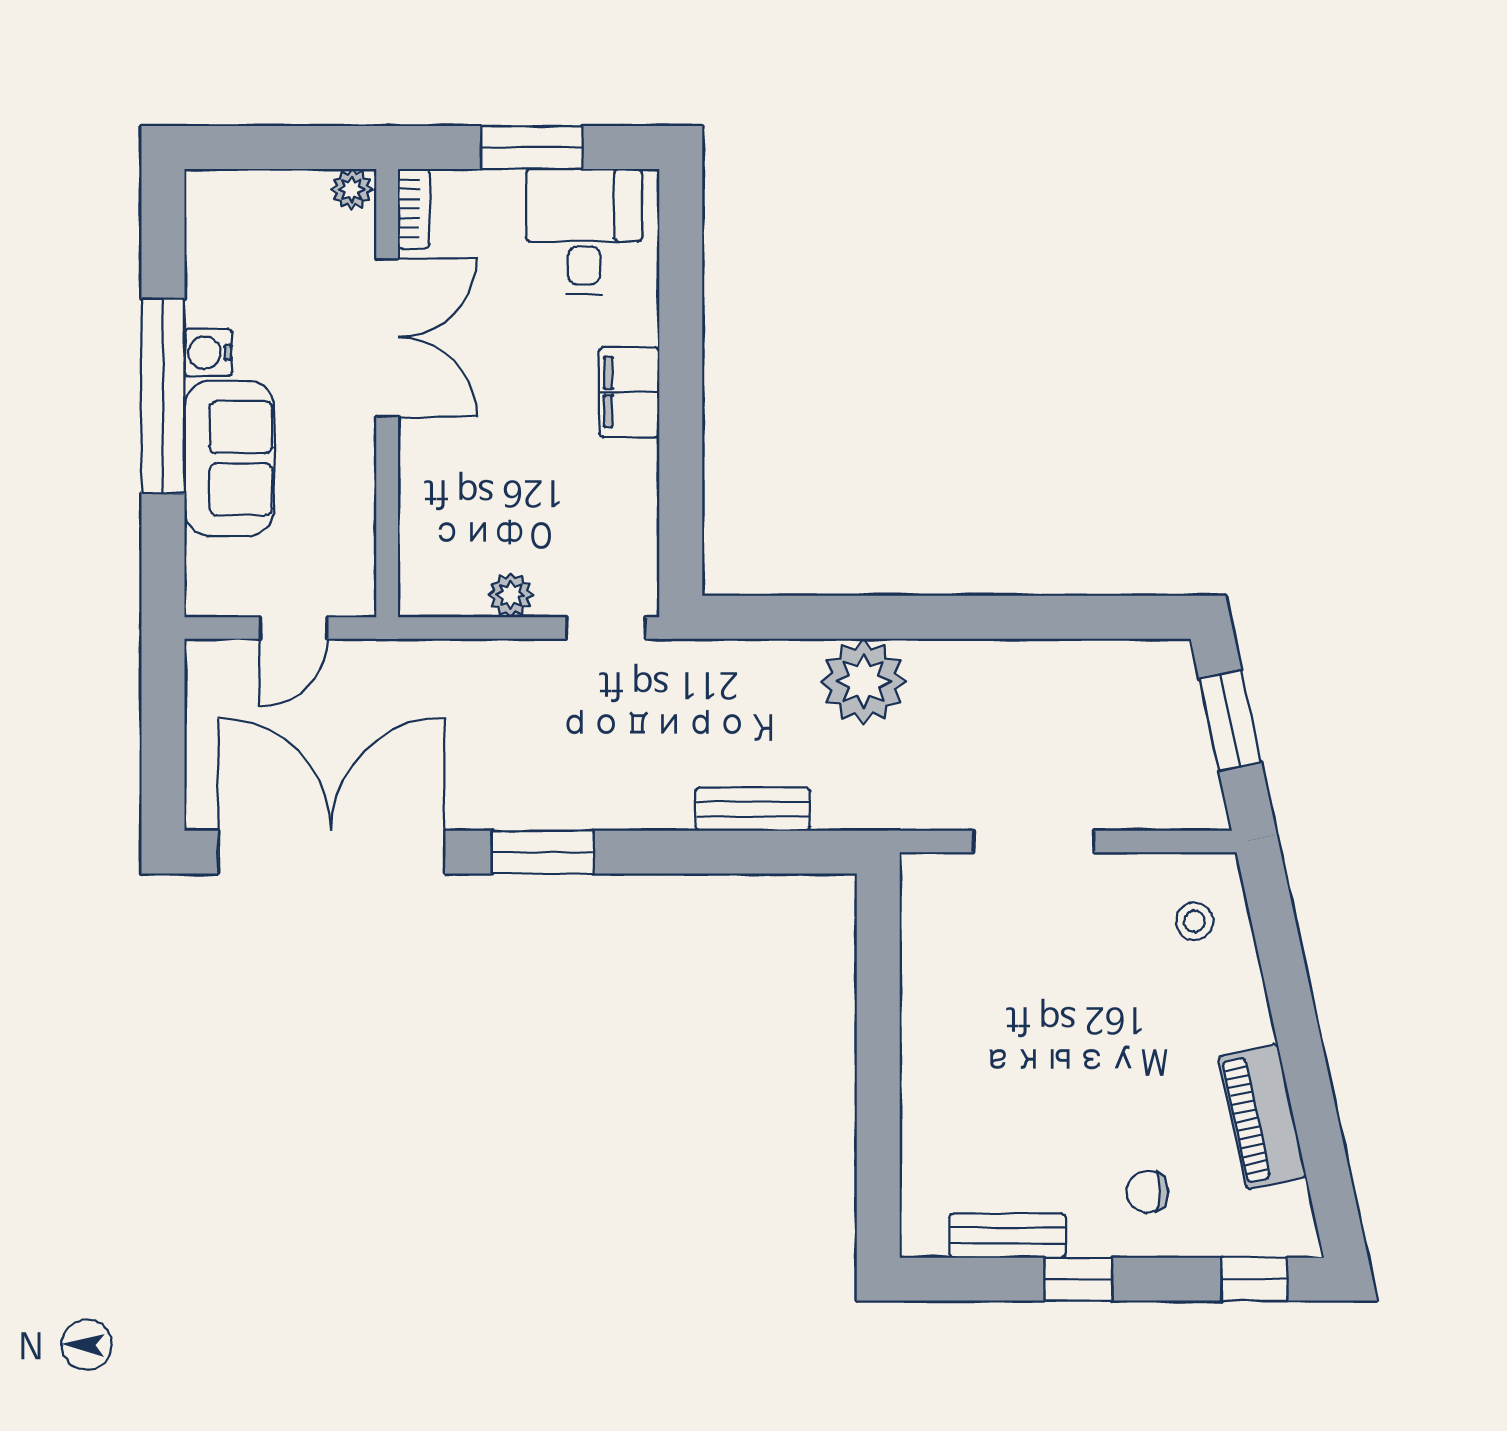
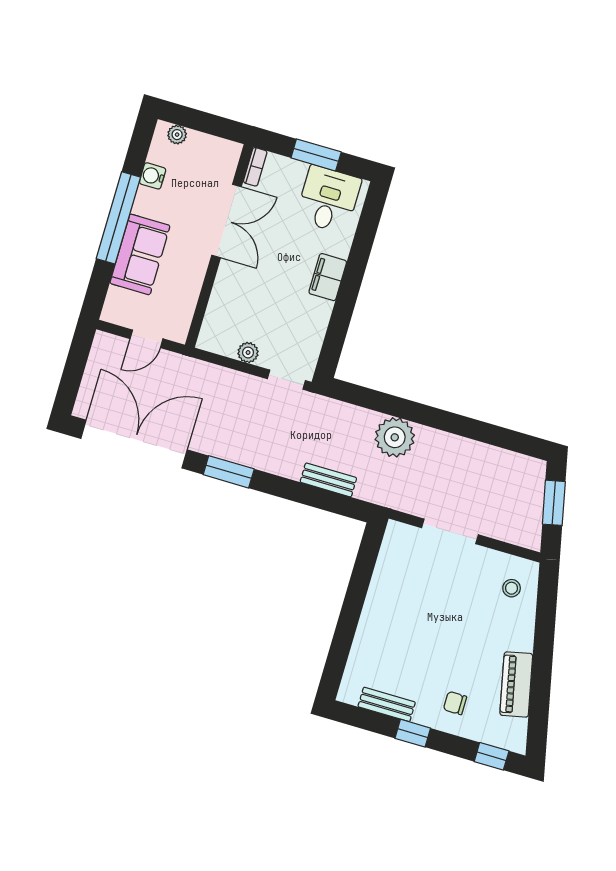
plant: (352, 189) -> (177, 135), moved
water cooler: (208, 353) -> (153, 176), moved

